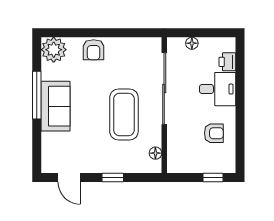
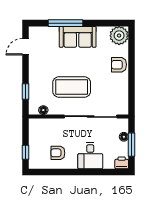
window: (203, 33) -> (131, 145), added
printer: (227, 62) -> (122, 163), moved
window: (37, 95) -> (66, 23), moved
armchair: (214, 133) -> (58, 153), turned 90
window: (113, 177) -> (25, 91), moved

